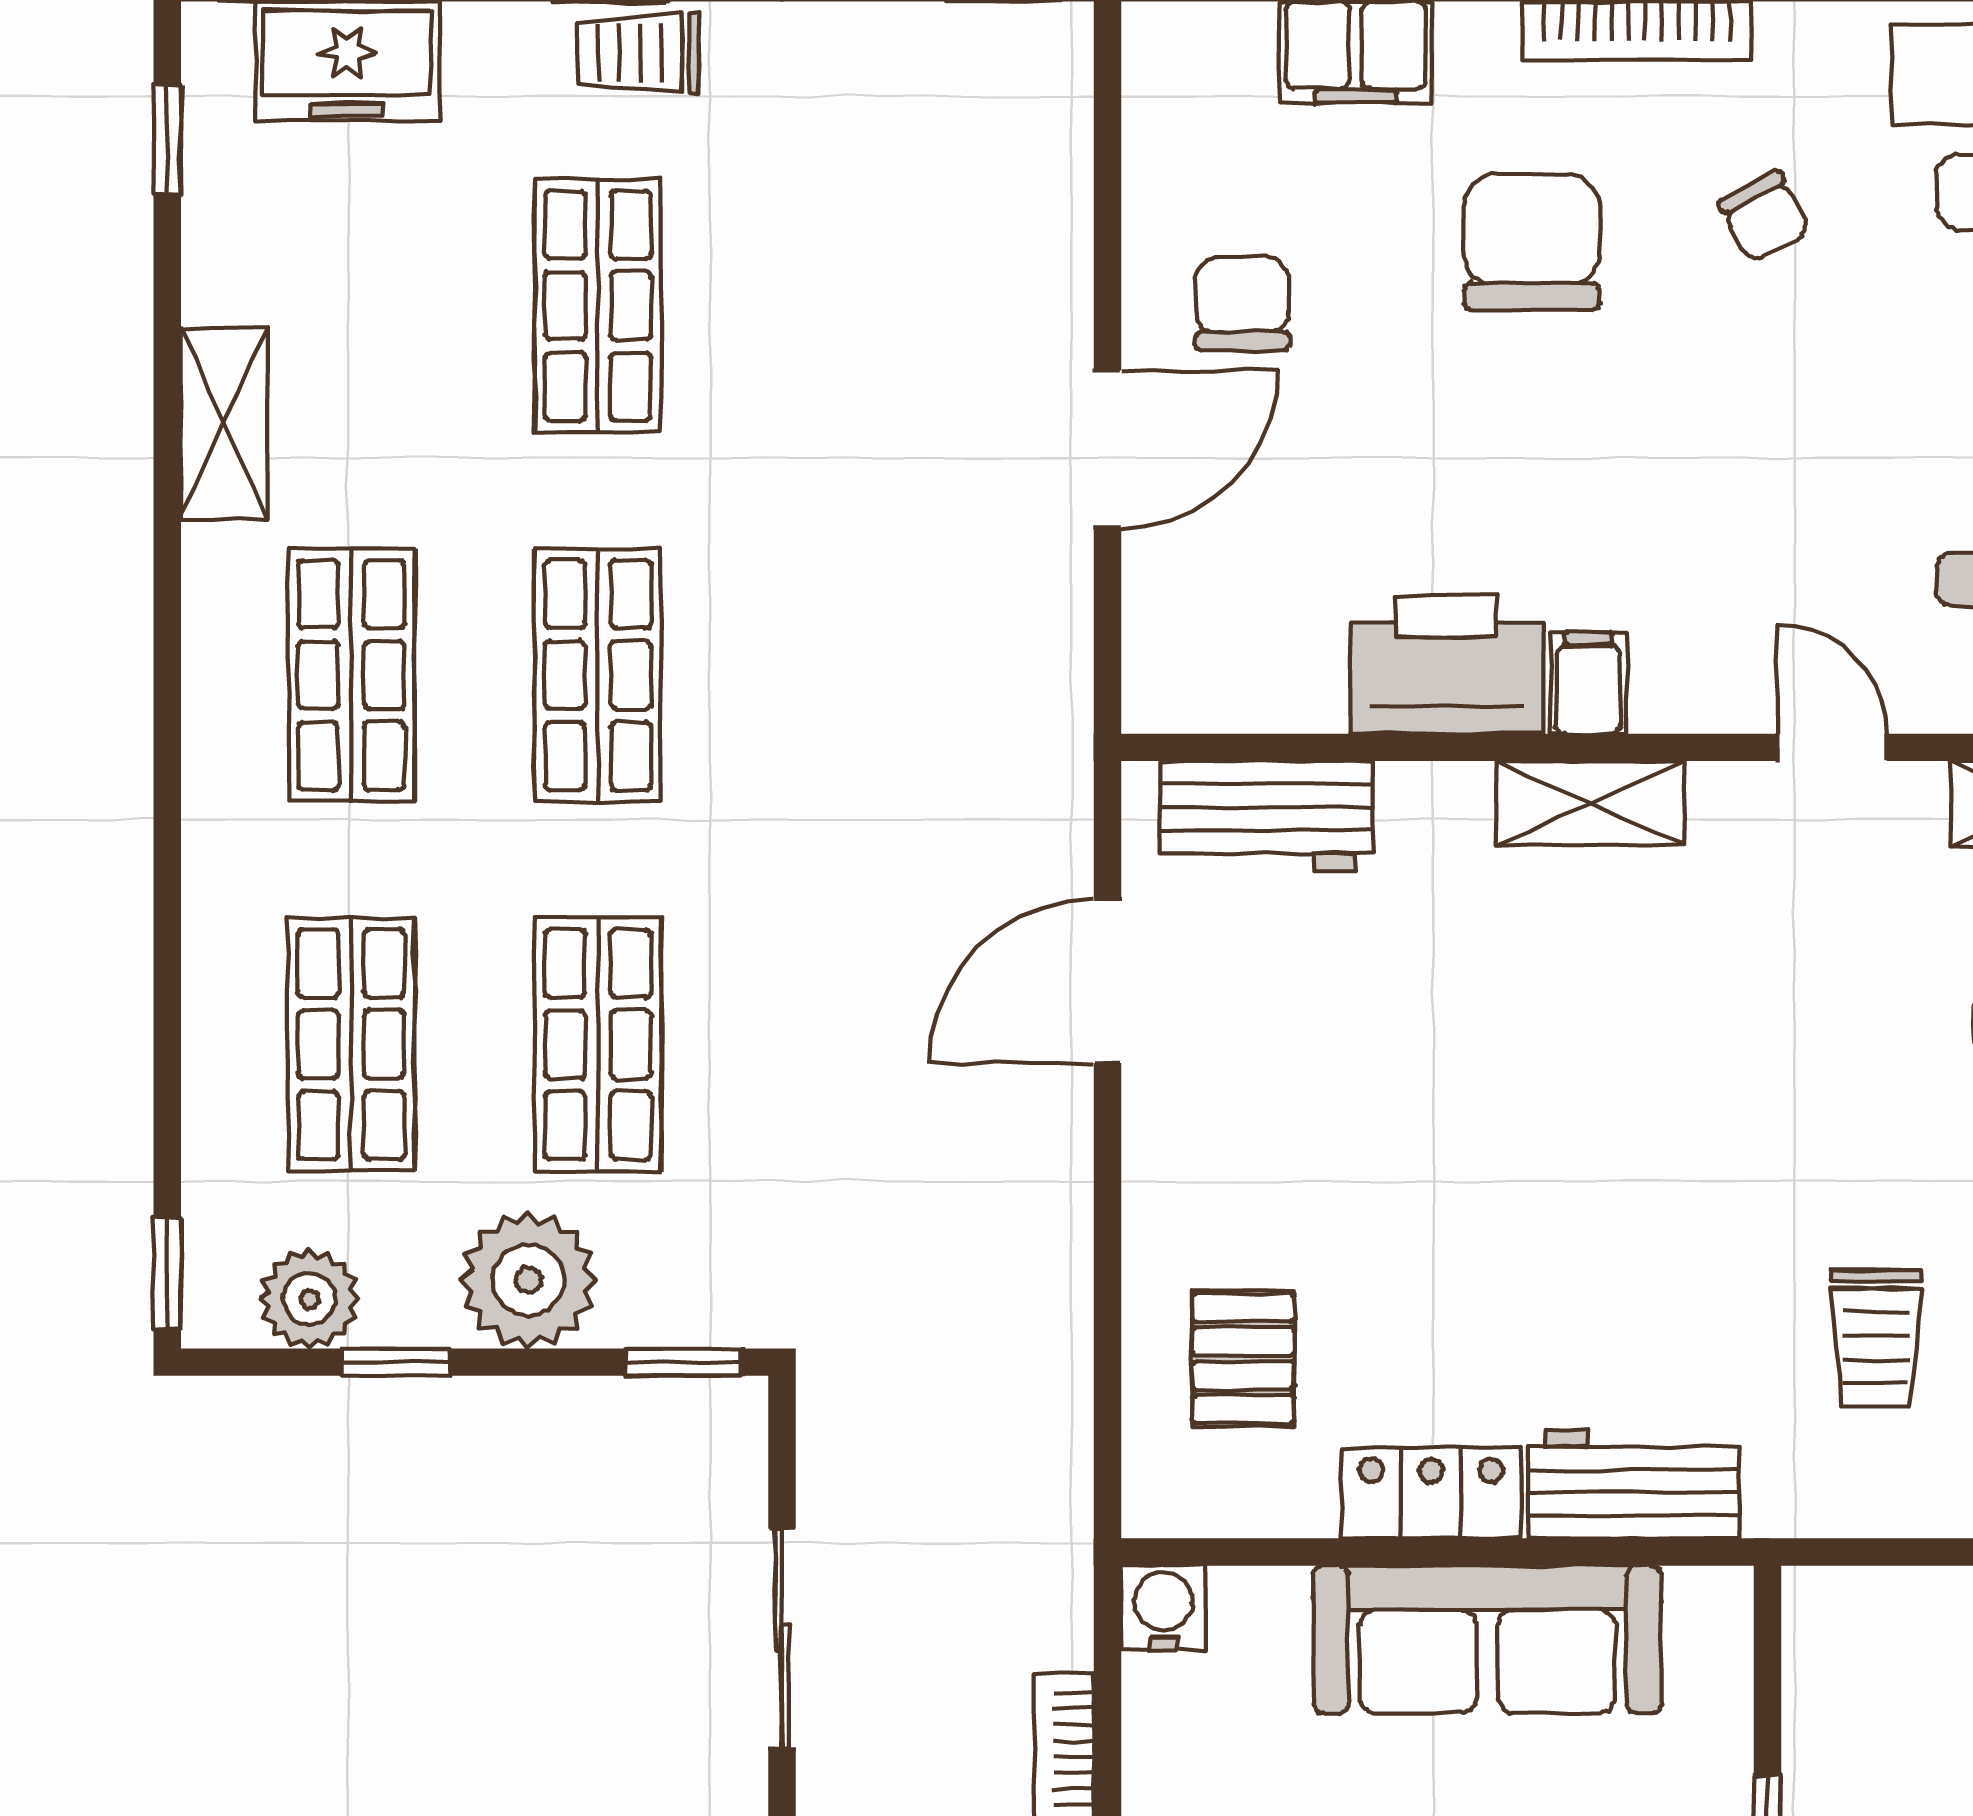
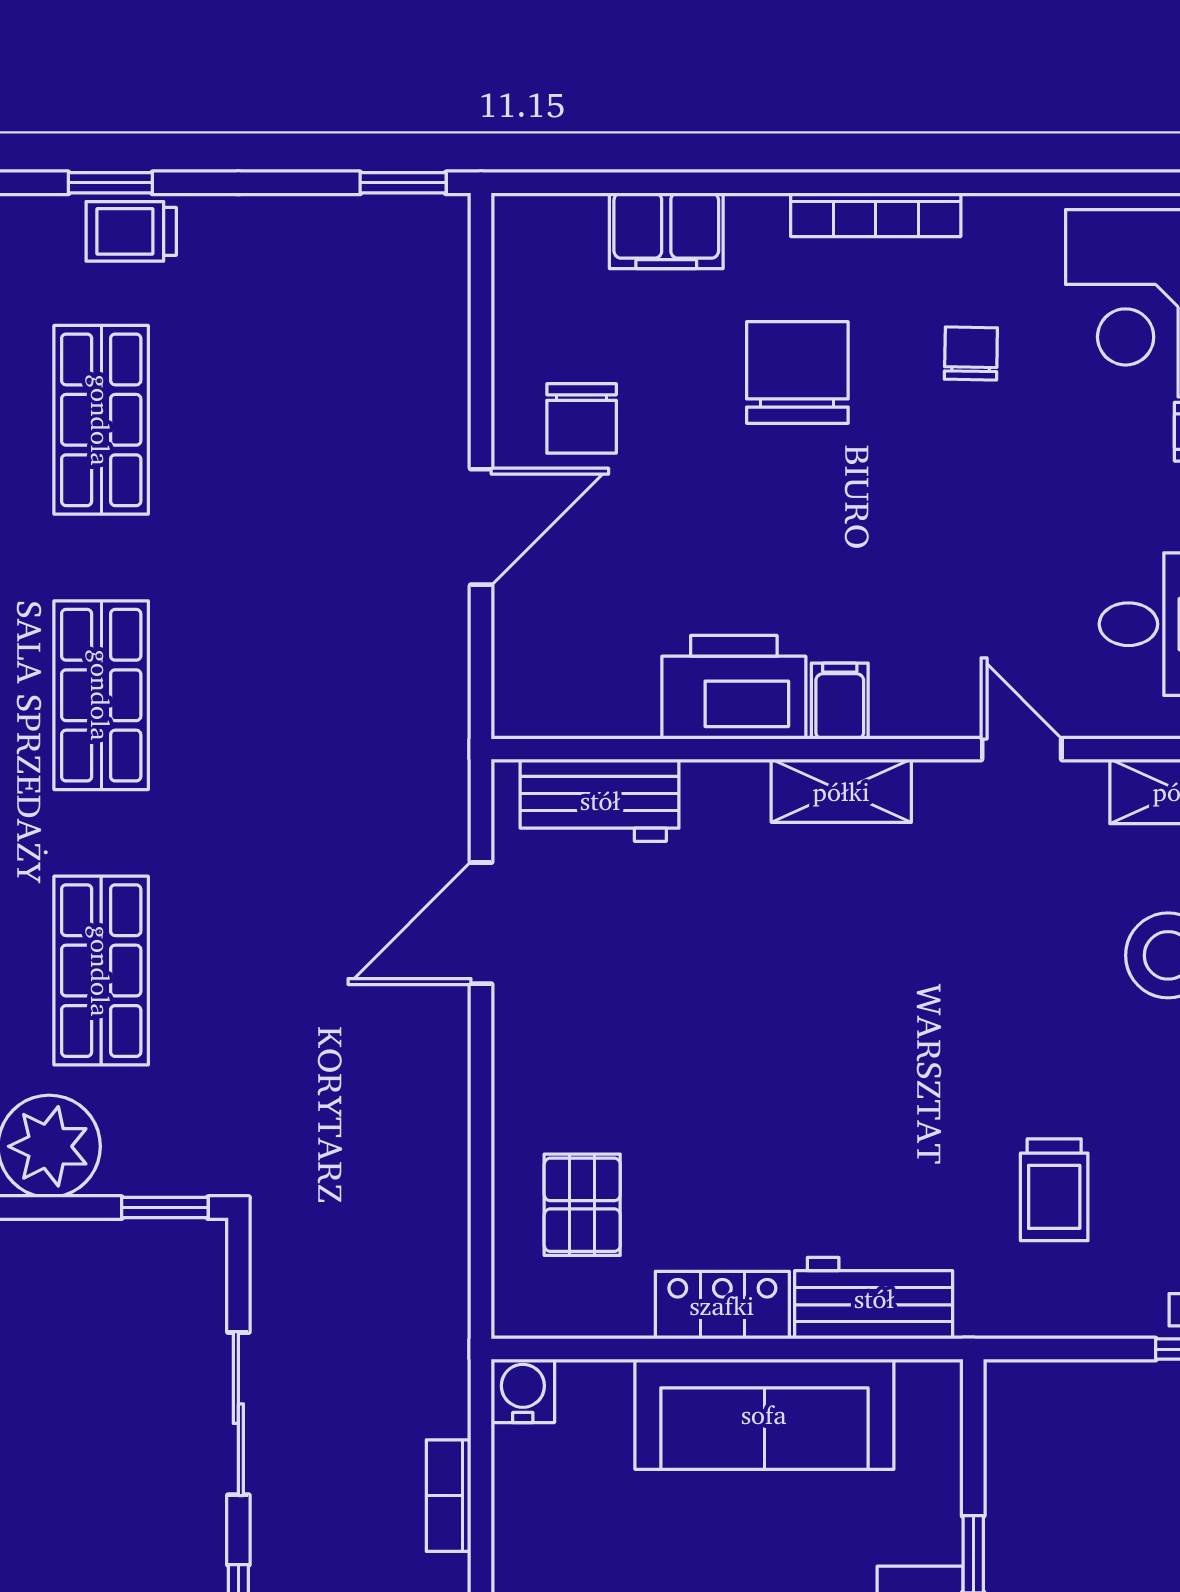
chair: (1764, 217) -> (971, 354), turned -152
chair: (1242, 304) -> (582, 418), turned 180

